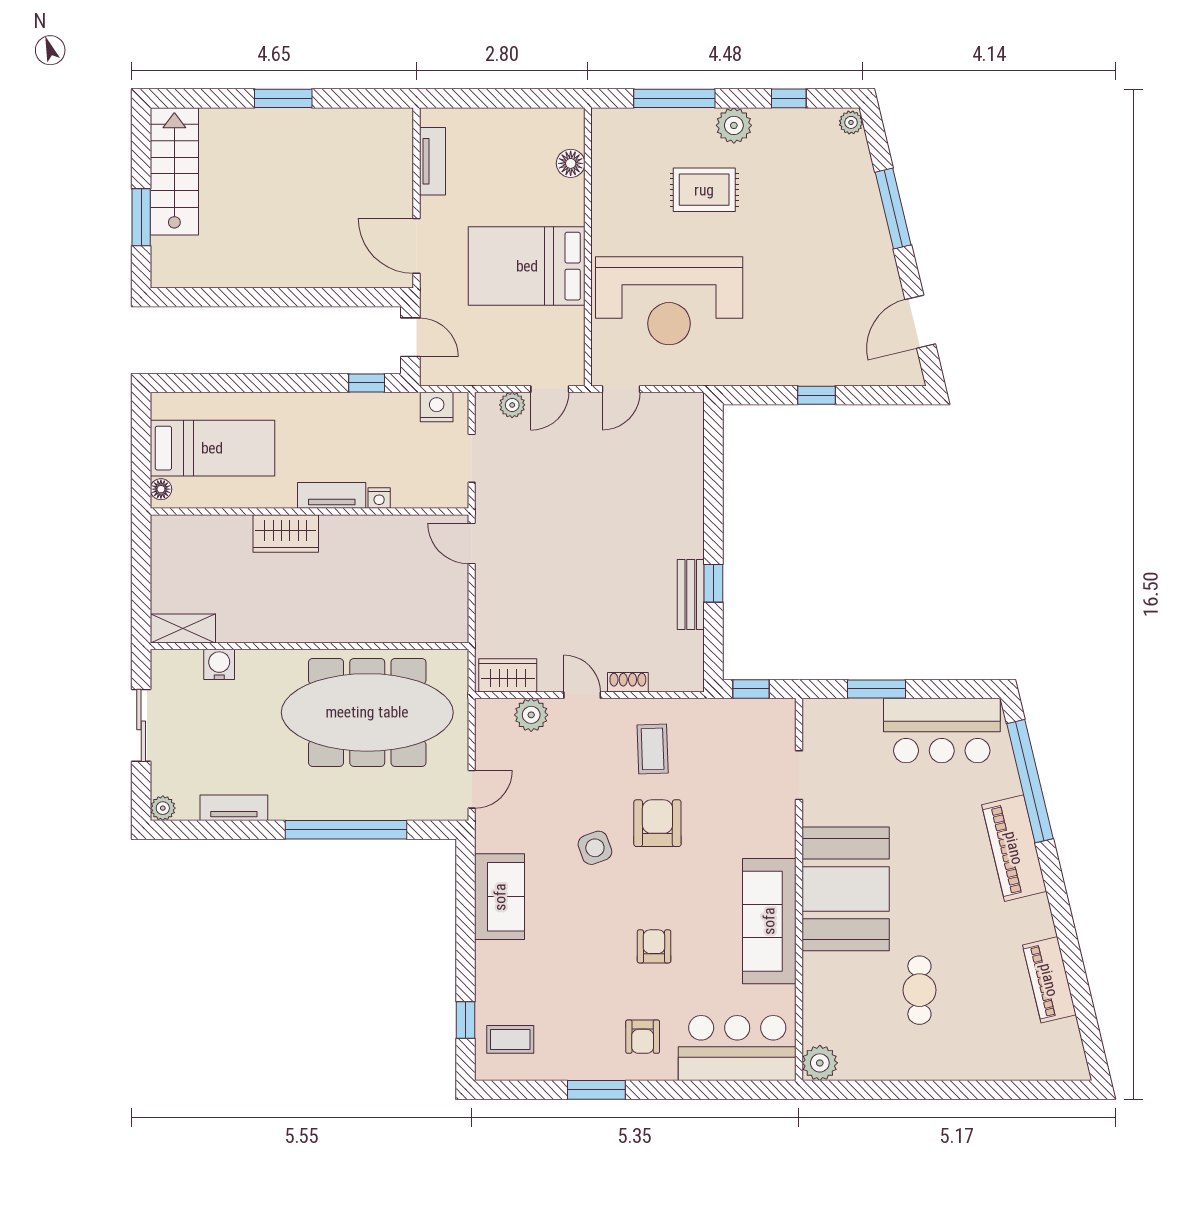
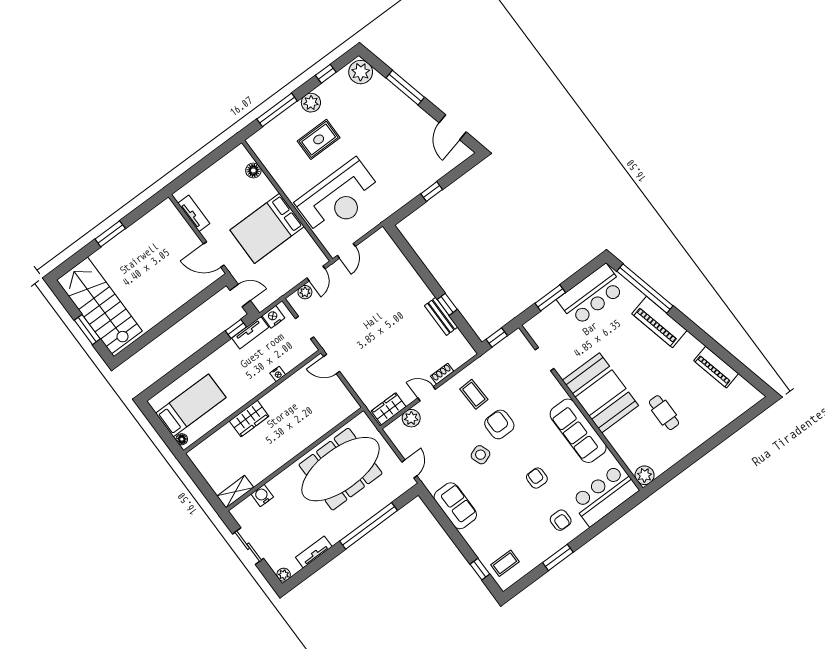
plant: (851, 122) -> (361, 72), width x1.87, depth x1.87
stairs: (174, 171) -> (99, 305), width x1.36, depth x1.51
tv unit: (332, 495) -> (250, 333), moved, turned 180

